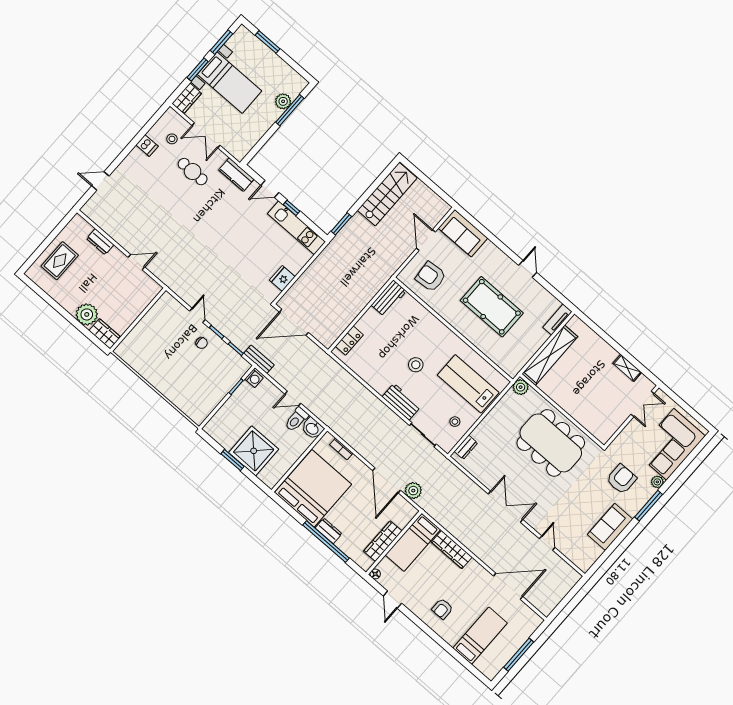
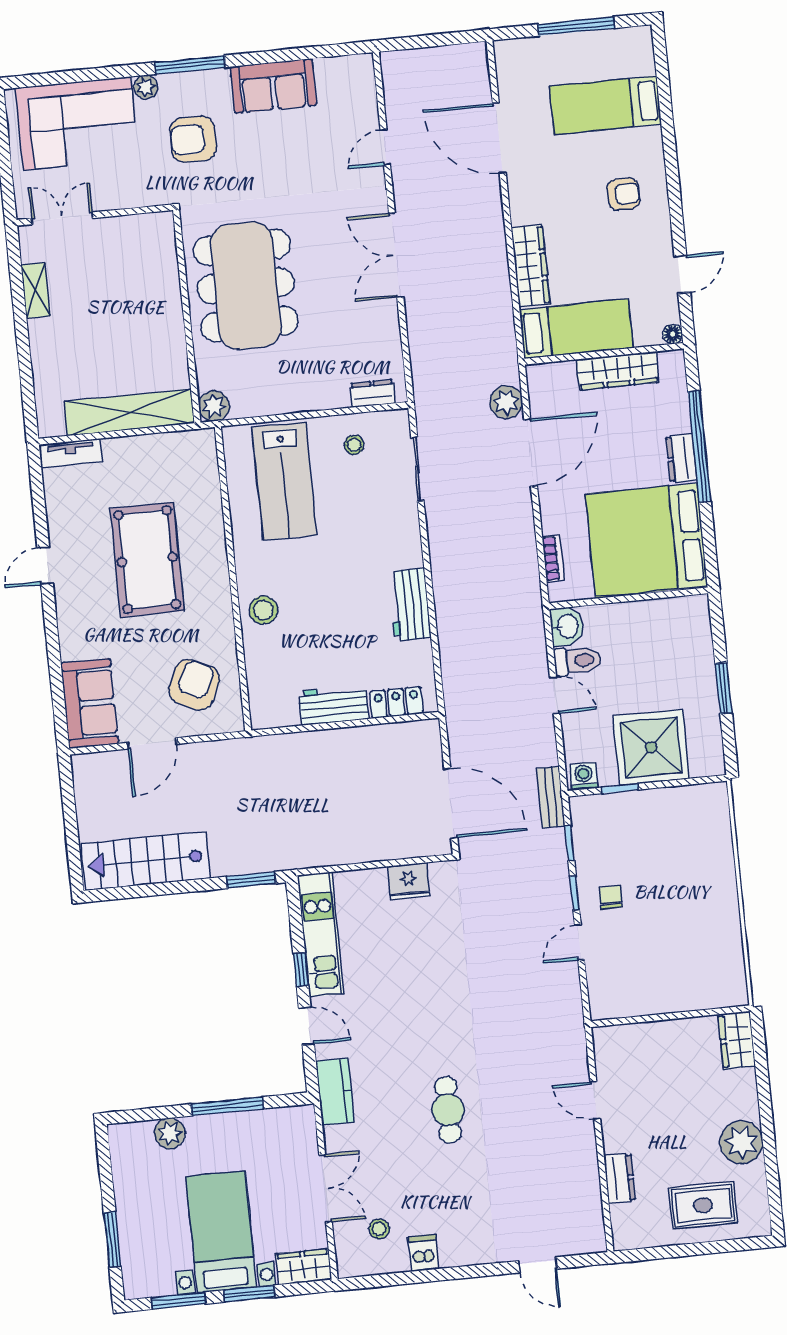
window: (290, 110) -> (227, 1106), moved
cafe table: (193, 172) -> (448, 1110), moved
armchair: (431, 277) -> (194, 685), turned -150
workbench: (389, 298) -> (334, 705), moved
plant: (87, 314) -> (742, 1142), moved
stool: (416, 365) -> (263, 610), moved
workbench: (401, 402) -> (410, 605), moved
shower: (254, 451) -> (651, 747), moved

